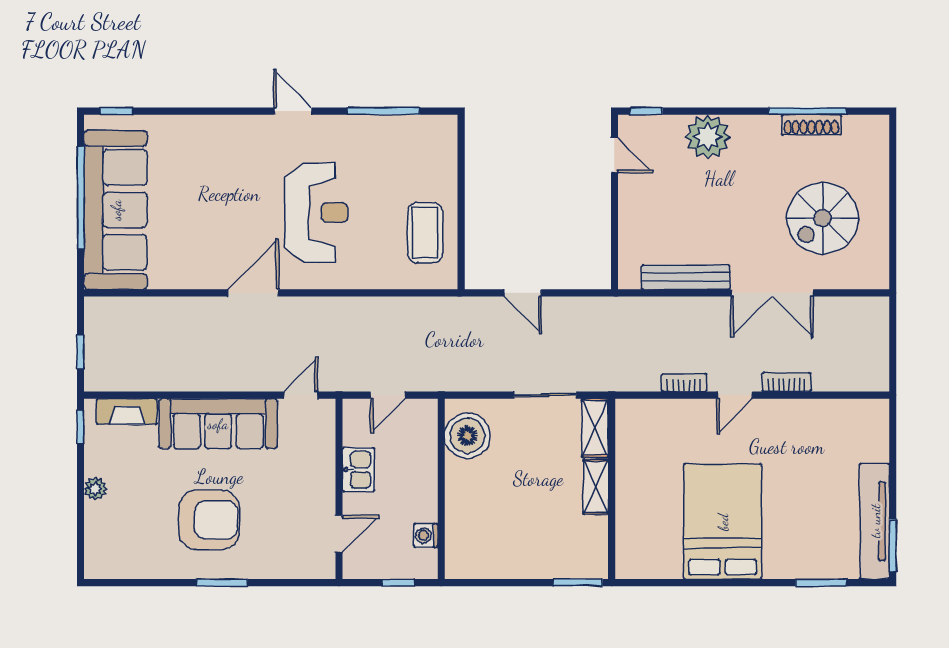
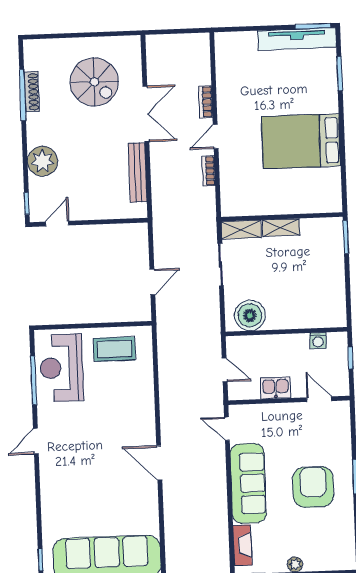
reception desk: (316, 213) -> (62, 368), moved, turned -90
door: (735, 395) -> (216, 136), swing flipped

